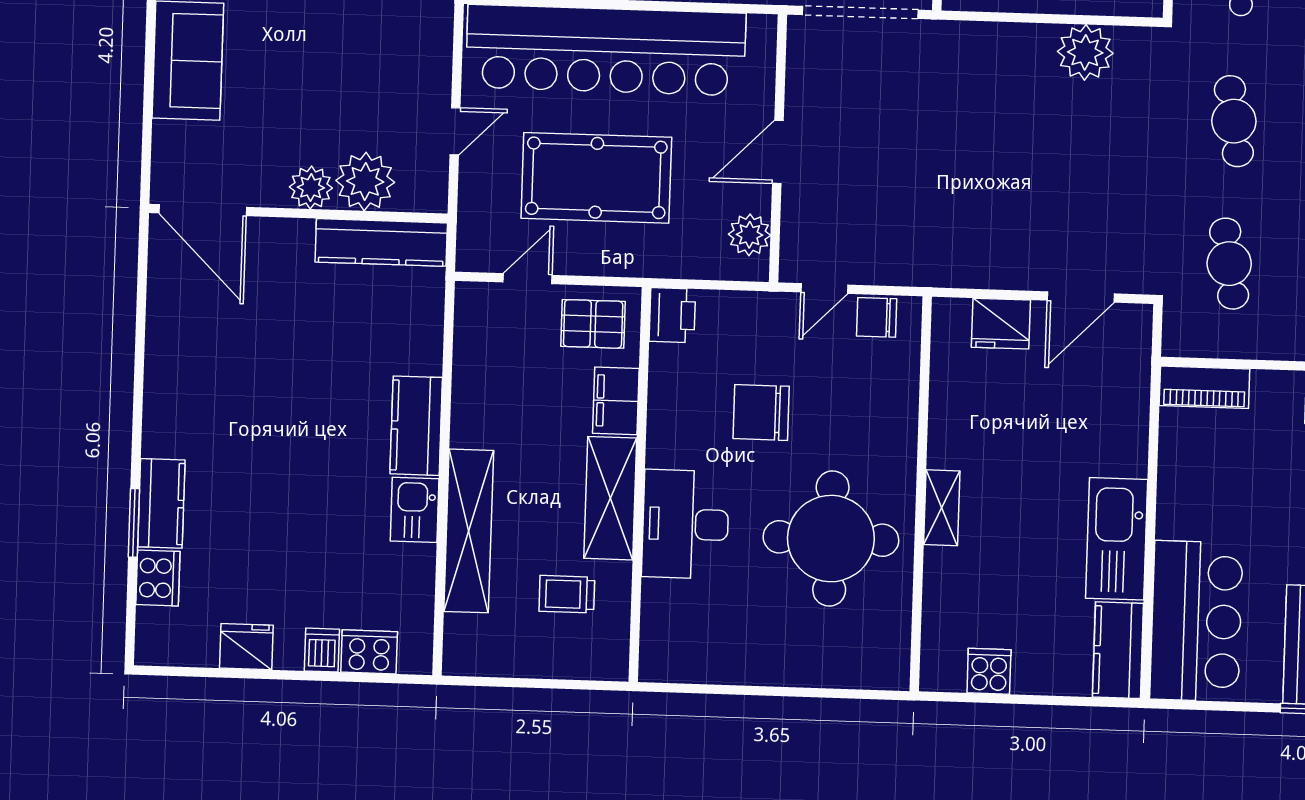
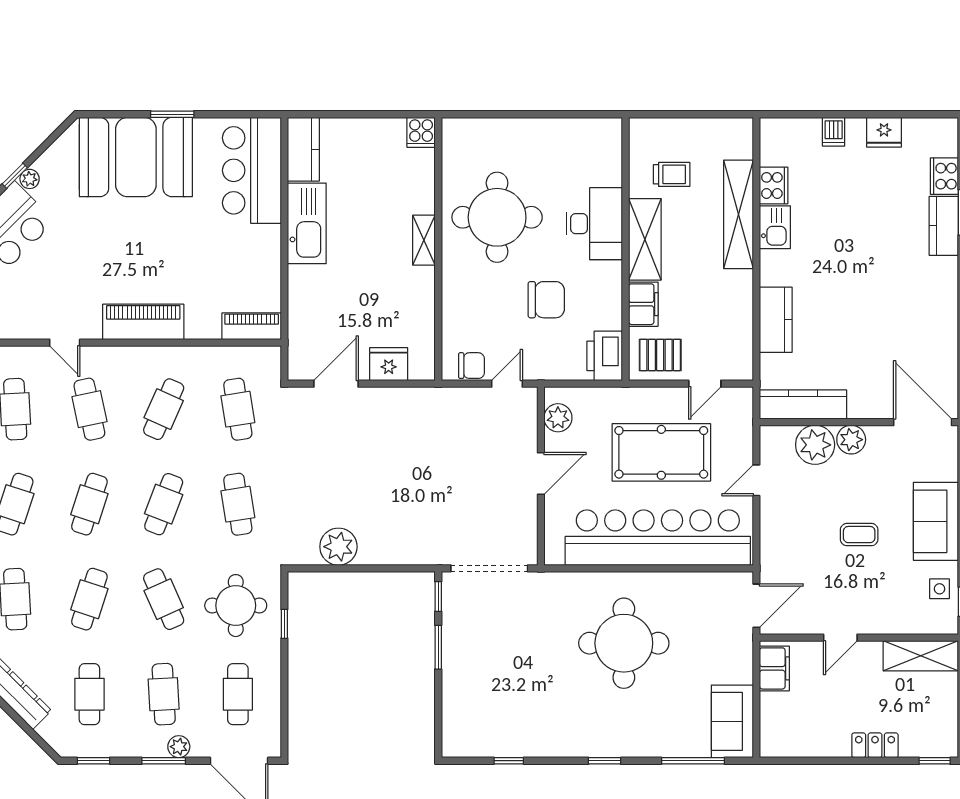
coffee table: (304, 45) -> (859, 535), added
printer: (672, 315) -> (605, 356), width x1.37, depth x1.19
kitchen counter: (416, 426) -> (776, 320), moved
cooker: (369, 652) -> (774, 185), moved, turned -90
cooker: (989, 671) -> (421, 132), moved

